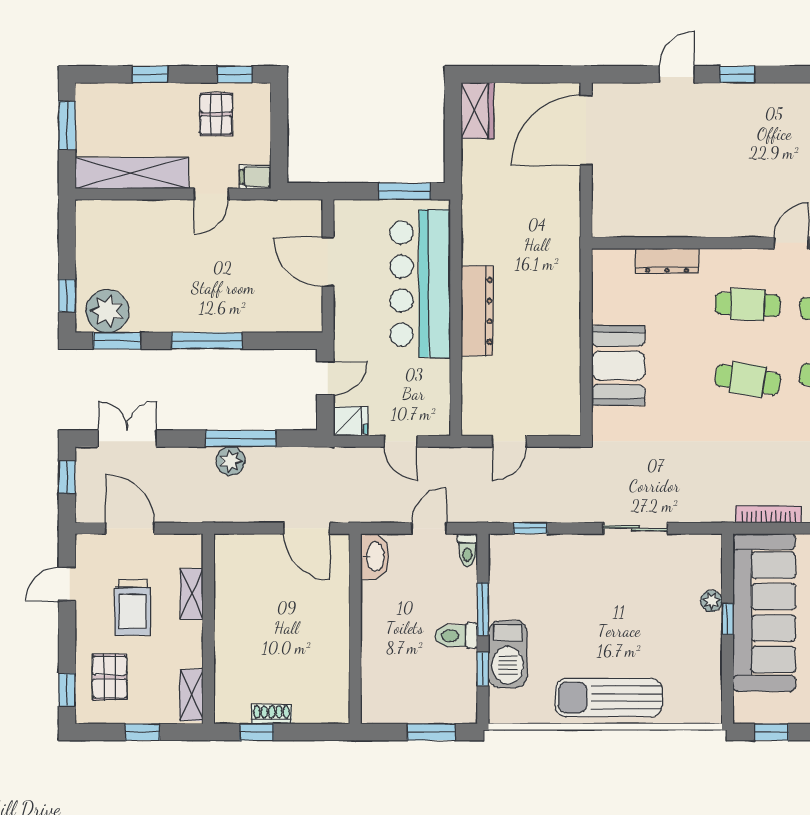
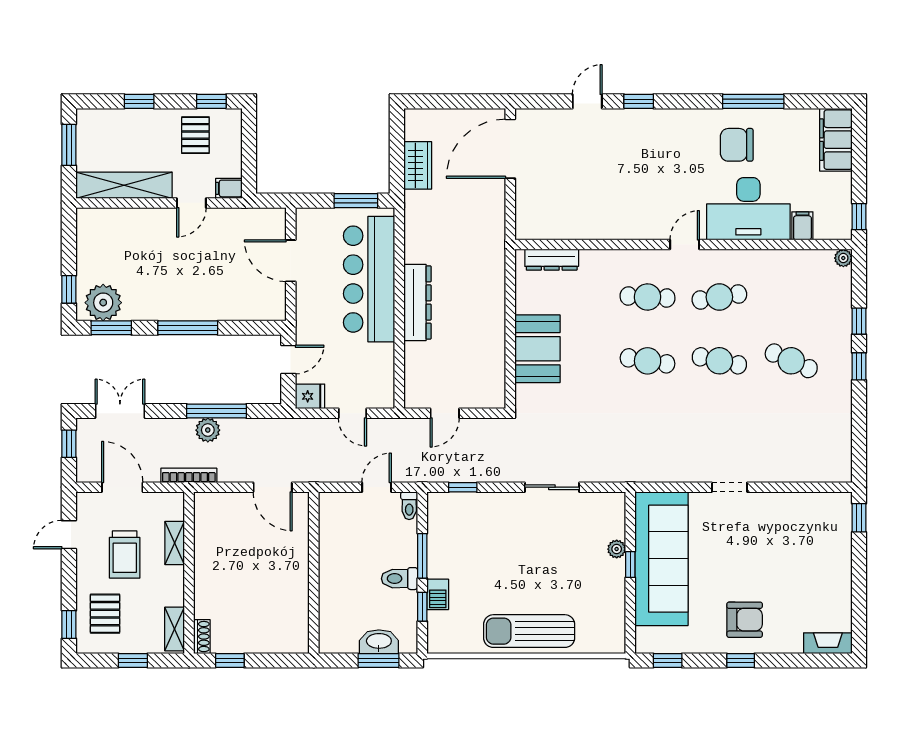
wardrobe: (477, 111) -> (418, 165), moved
dresser: (667, 261) -> (552, 260), moved
bookcase: (768, 514) -> (189, 475), moved
washbasin: (375, 557) -> (379, 642), moved, turned -90
barbecue: (508, 654) -> (438, 594), width x0.53, depth x0.65
shoe rack: (272, 714) -> (202, 637), moved, turned 90

